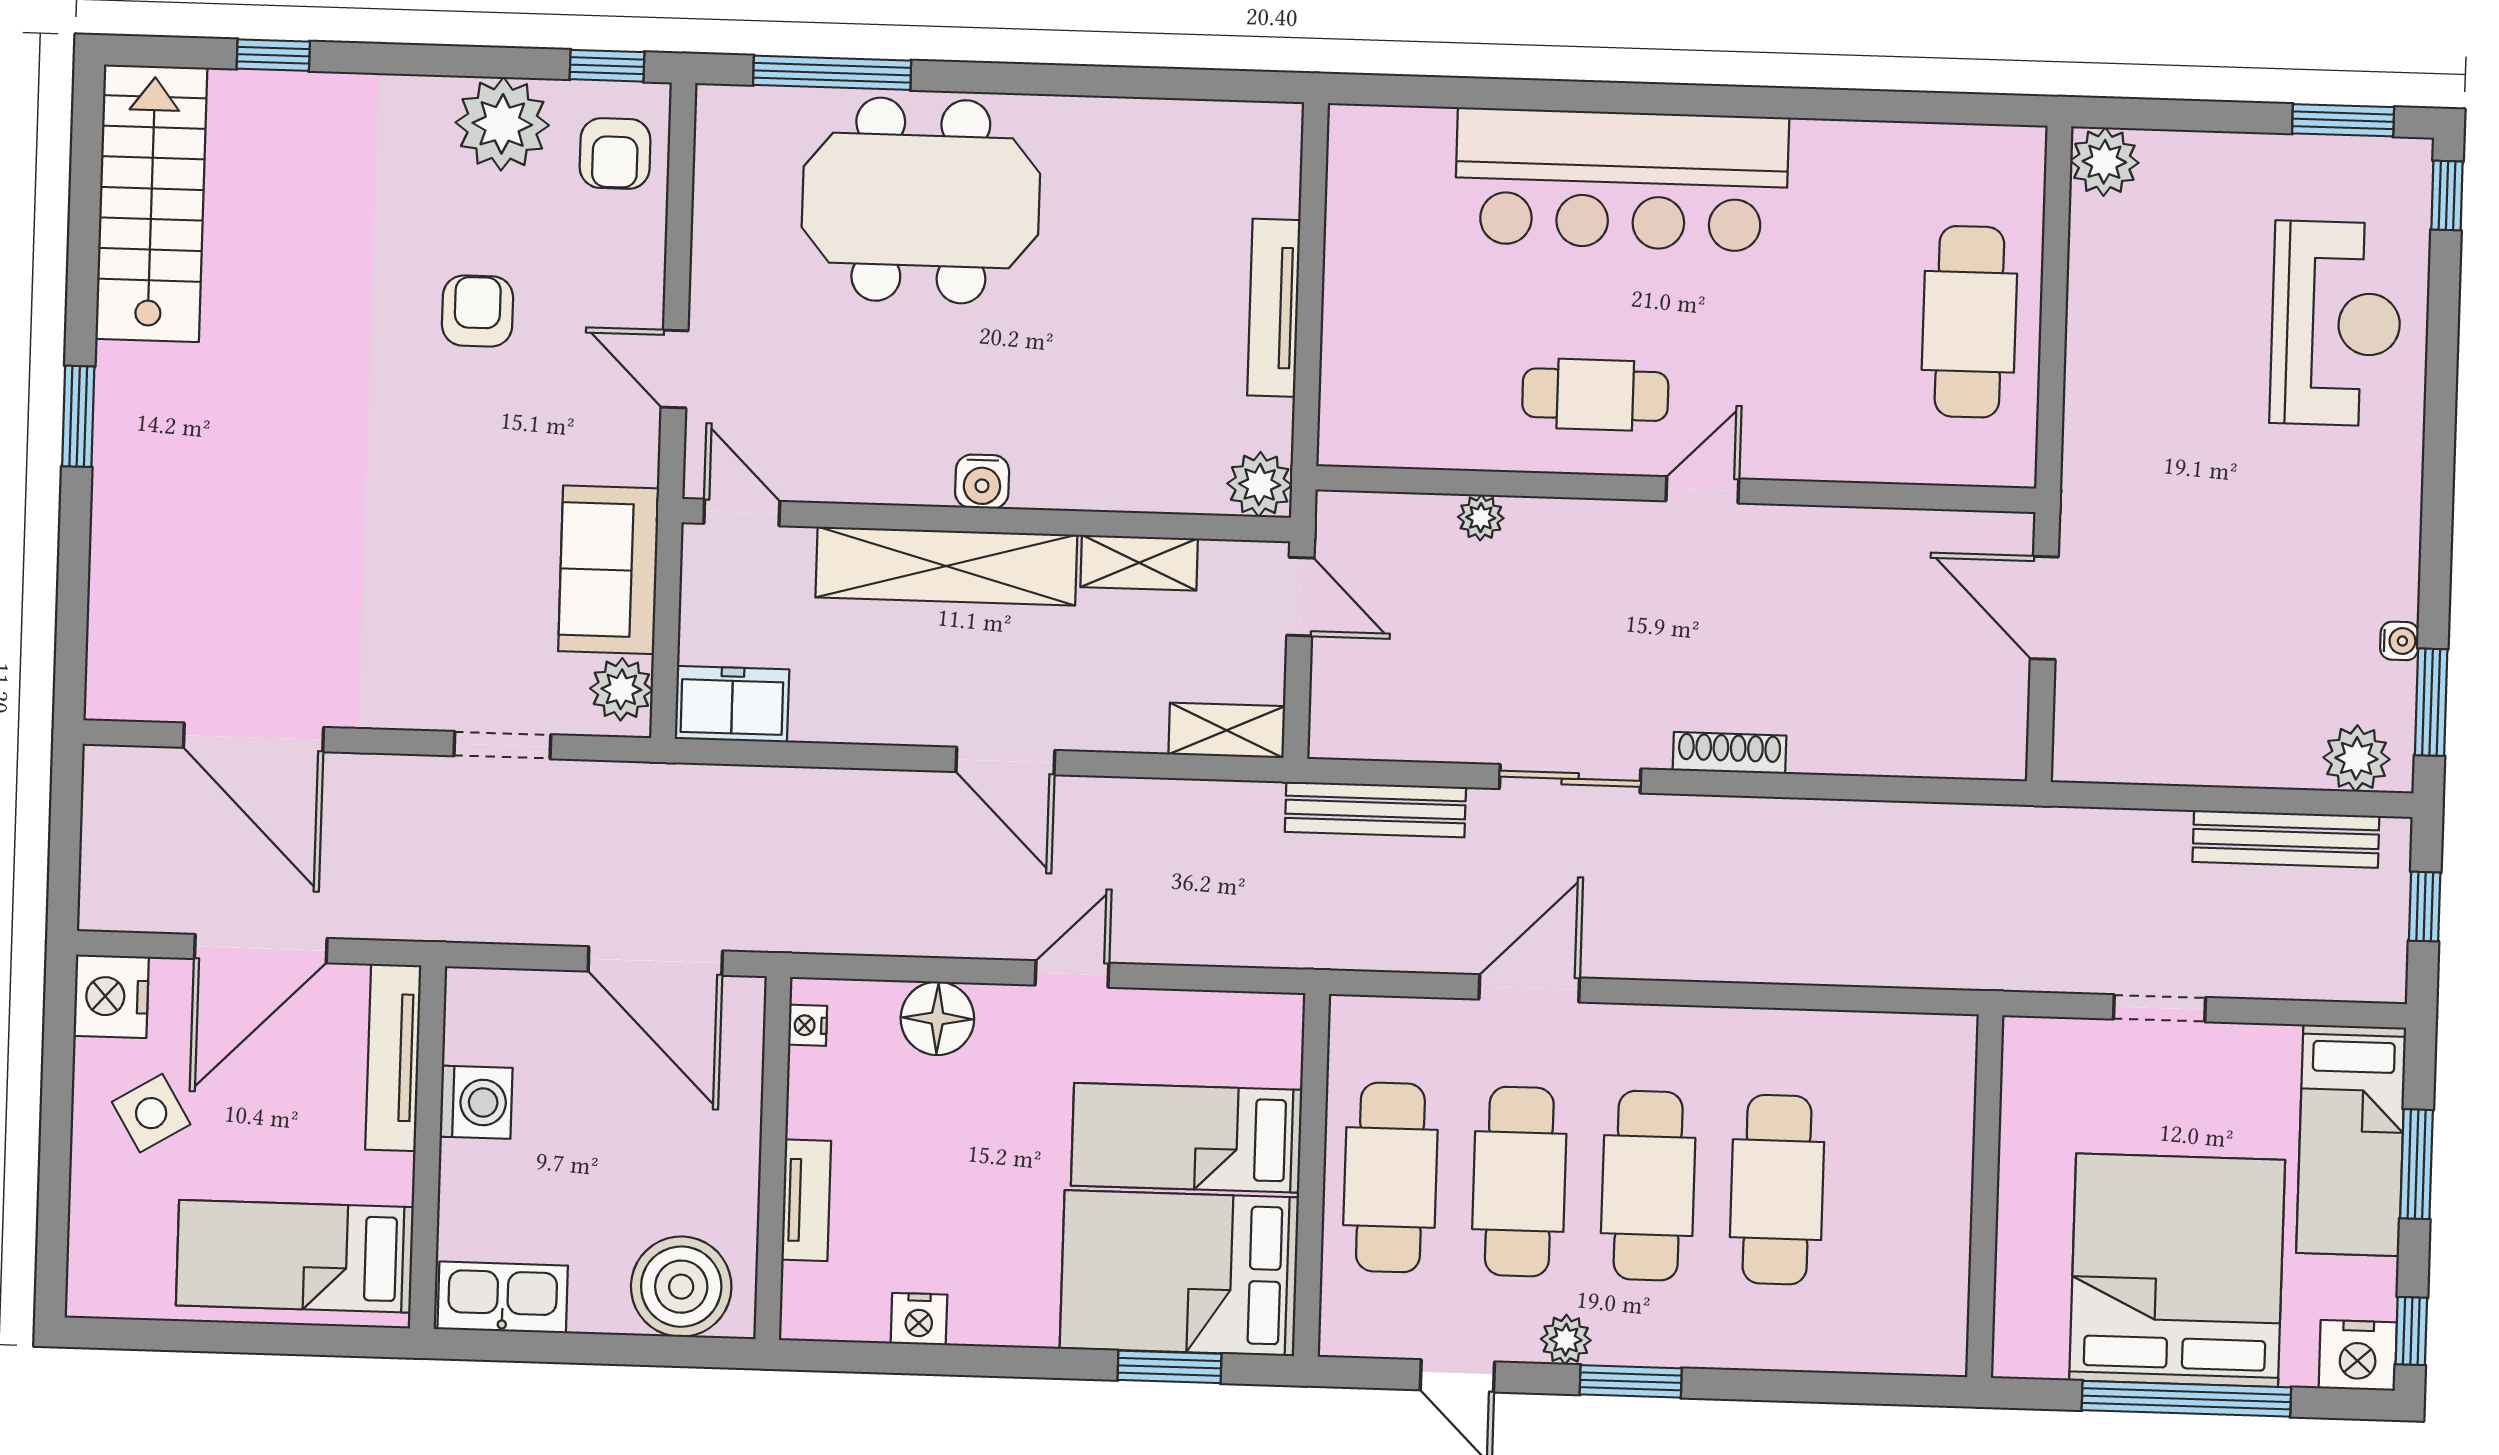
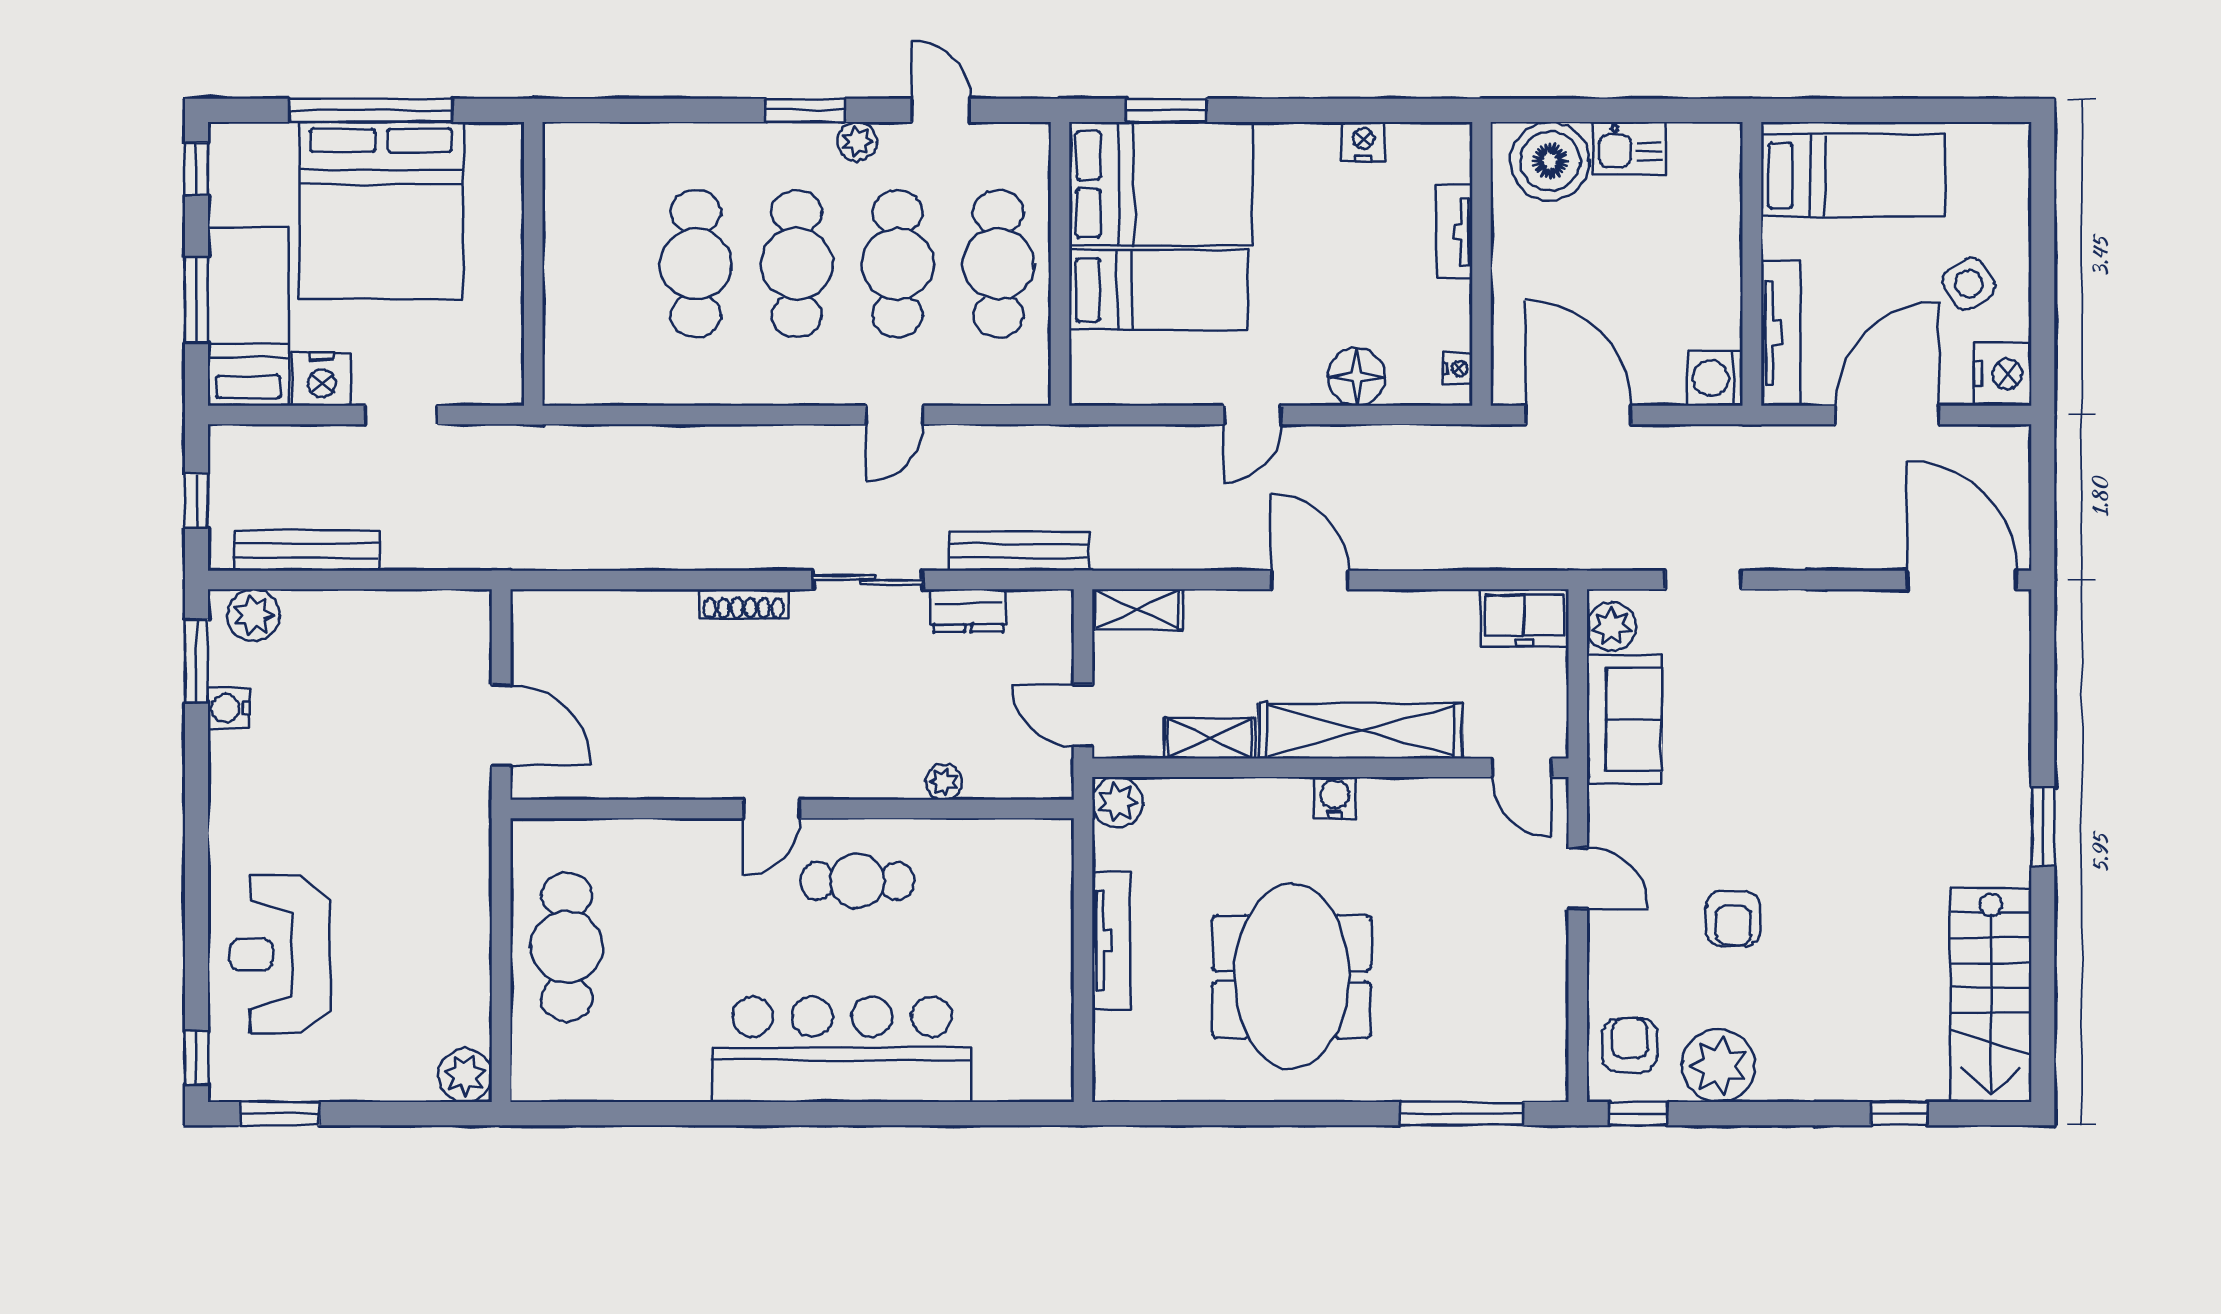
meeting table: (921, 200) -> (1292, 976), moved, turned 90
water cooler: (2399, 641) -> (228, 708), width x1.38, depth x1.38
dresser: (1443, 736) -> (968, 611), added
door: (253, 737) -> (1962, 580), moved
door: (1529, 988) -> (894, 415), width x0.73
washing machine: (476, 1102) -> (1715, 378), moved
kitchen sink: (503, 1297) -> (1630, 148), moved, width x0.73
nightstand: (2358, 1355) -> (322, 379), moved, turned 180

